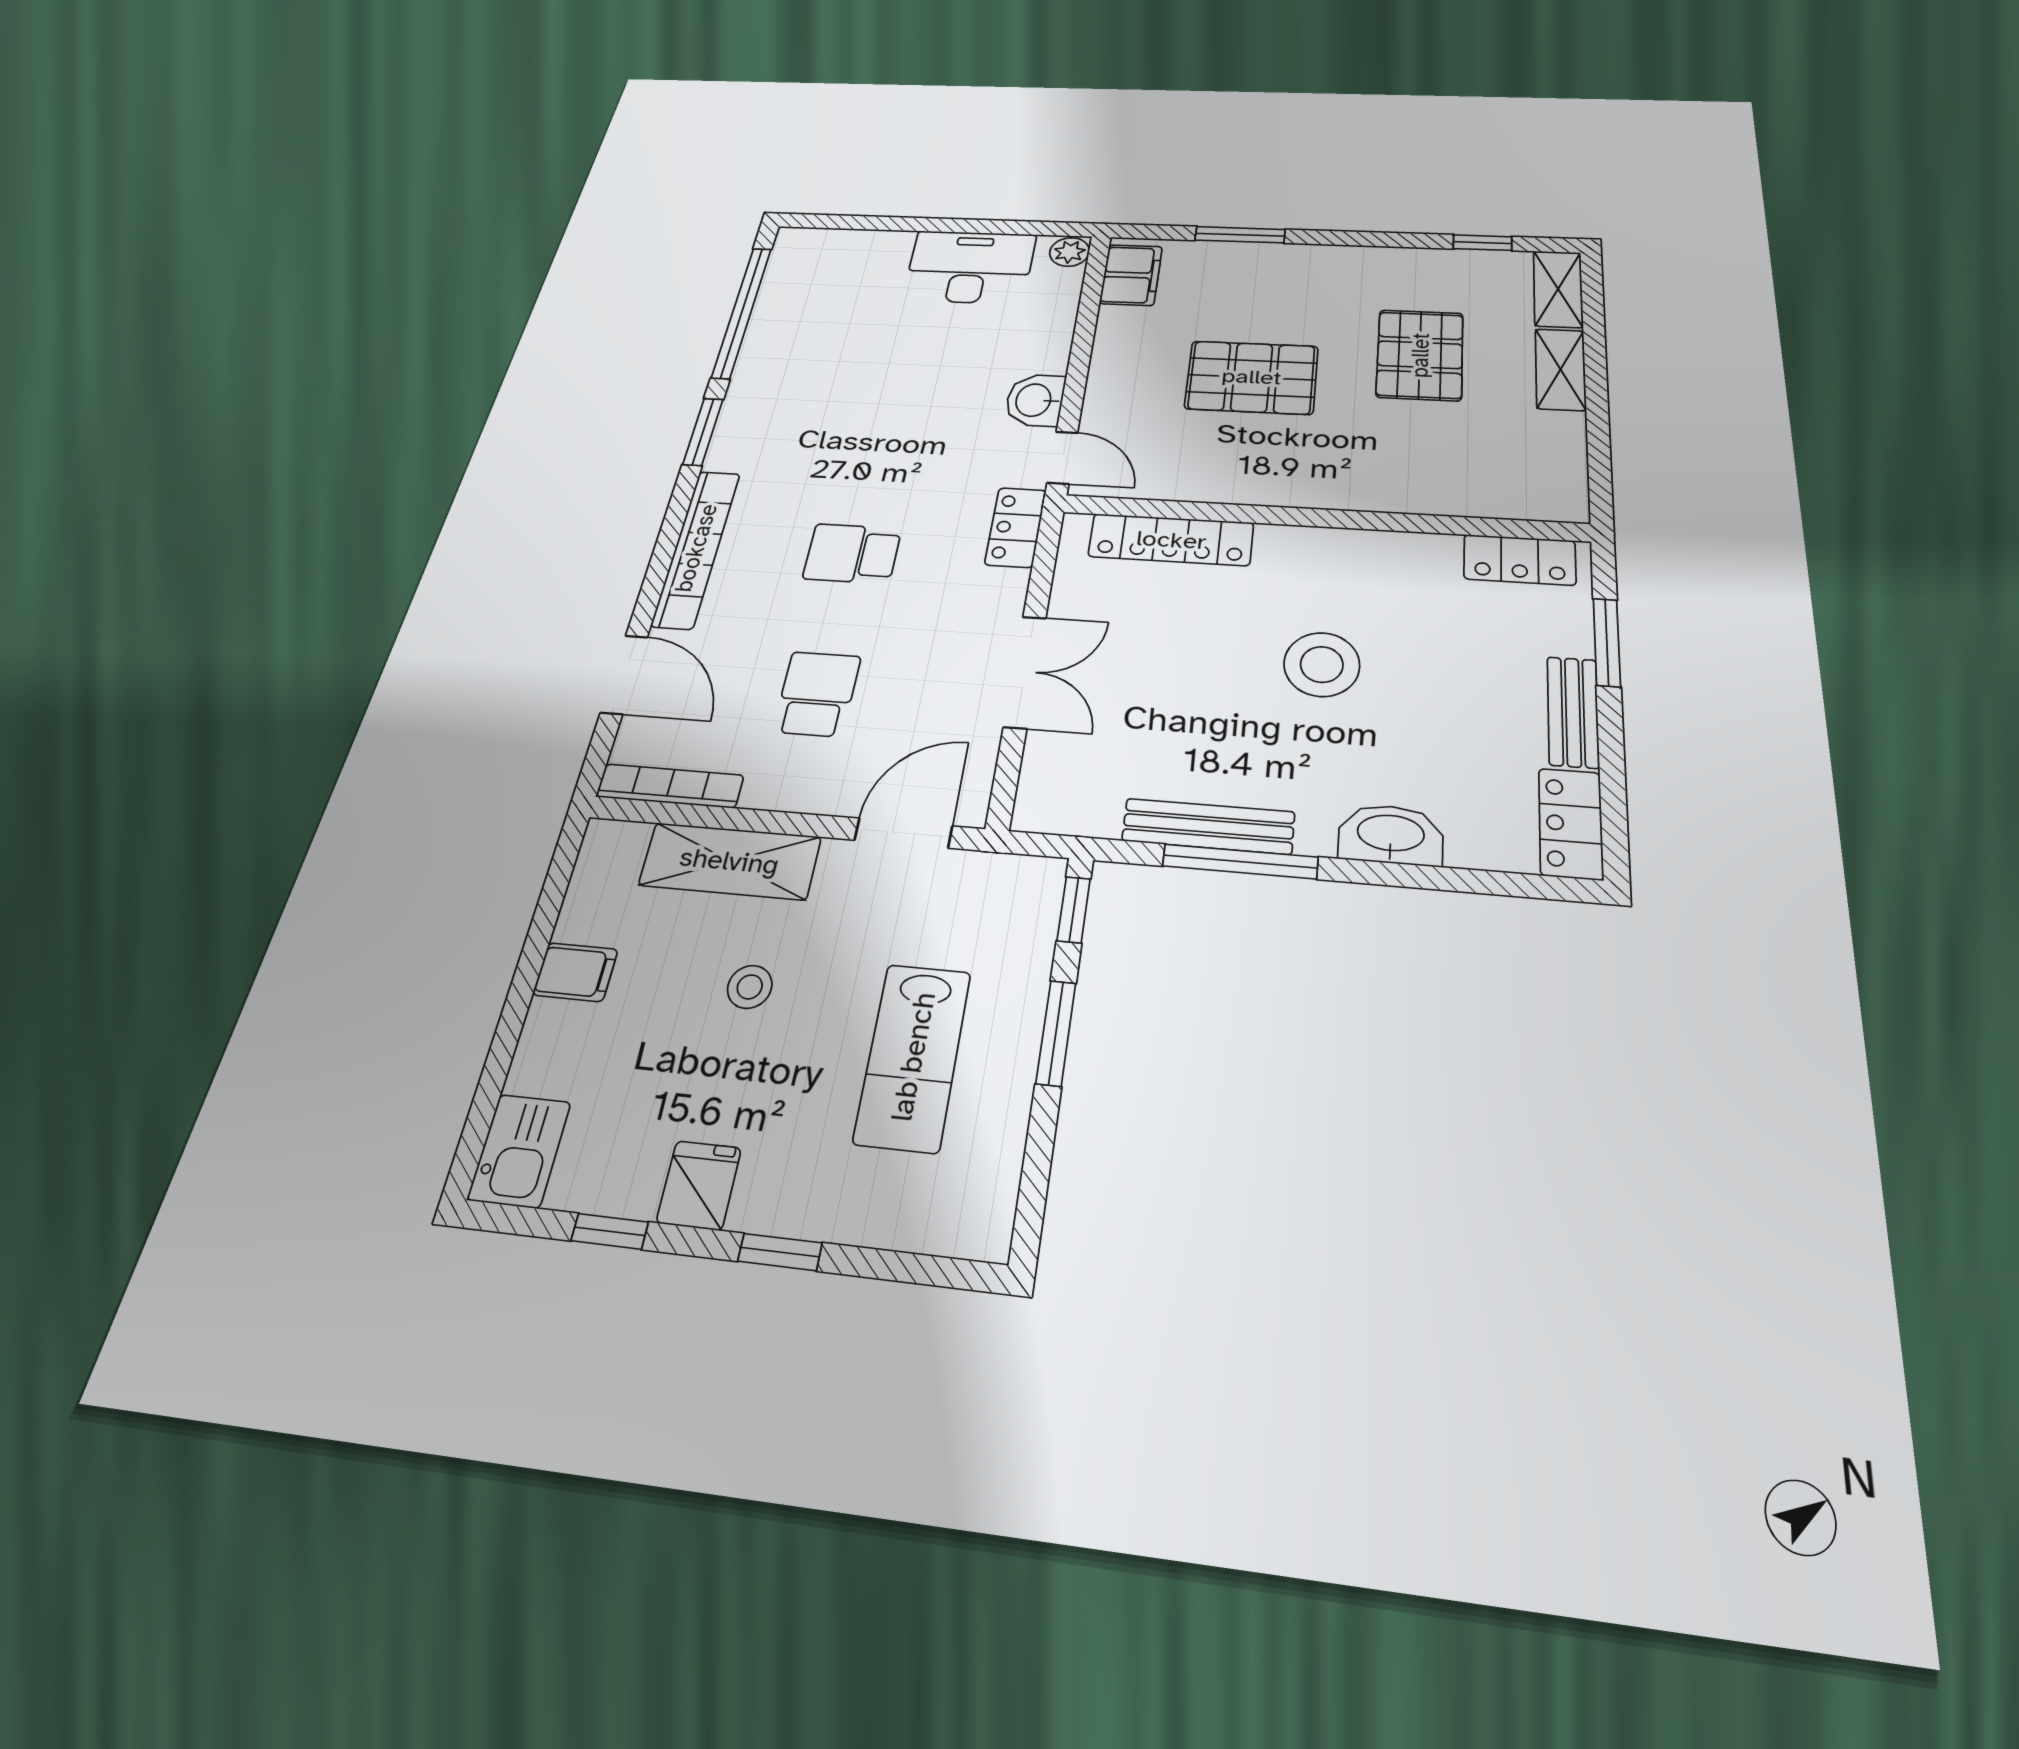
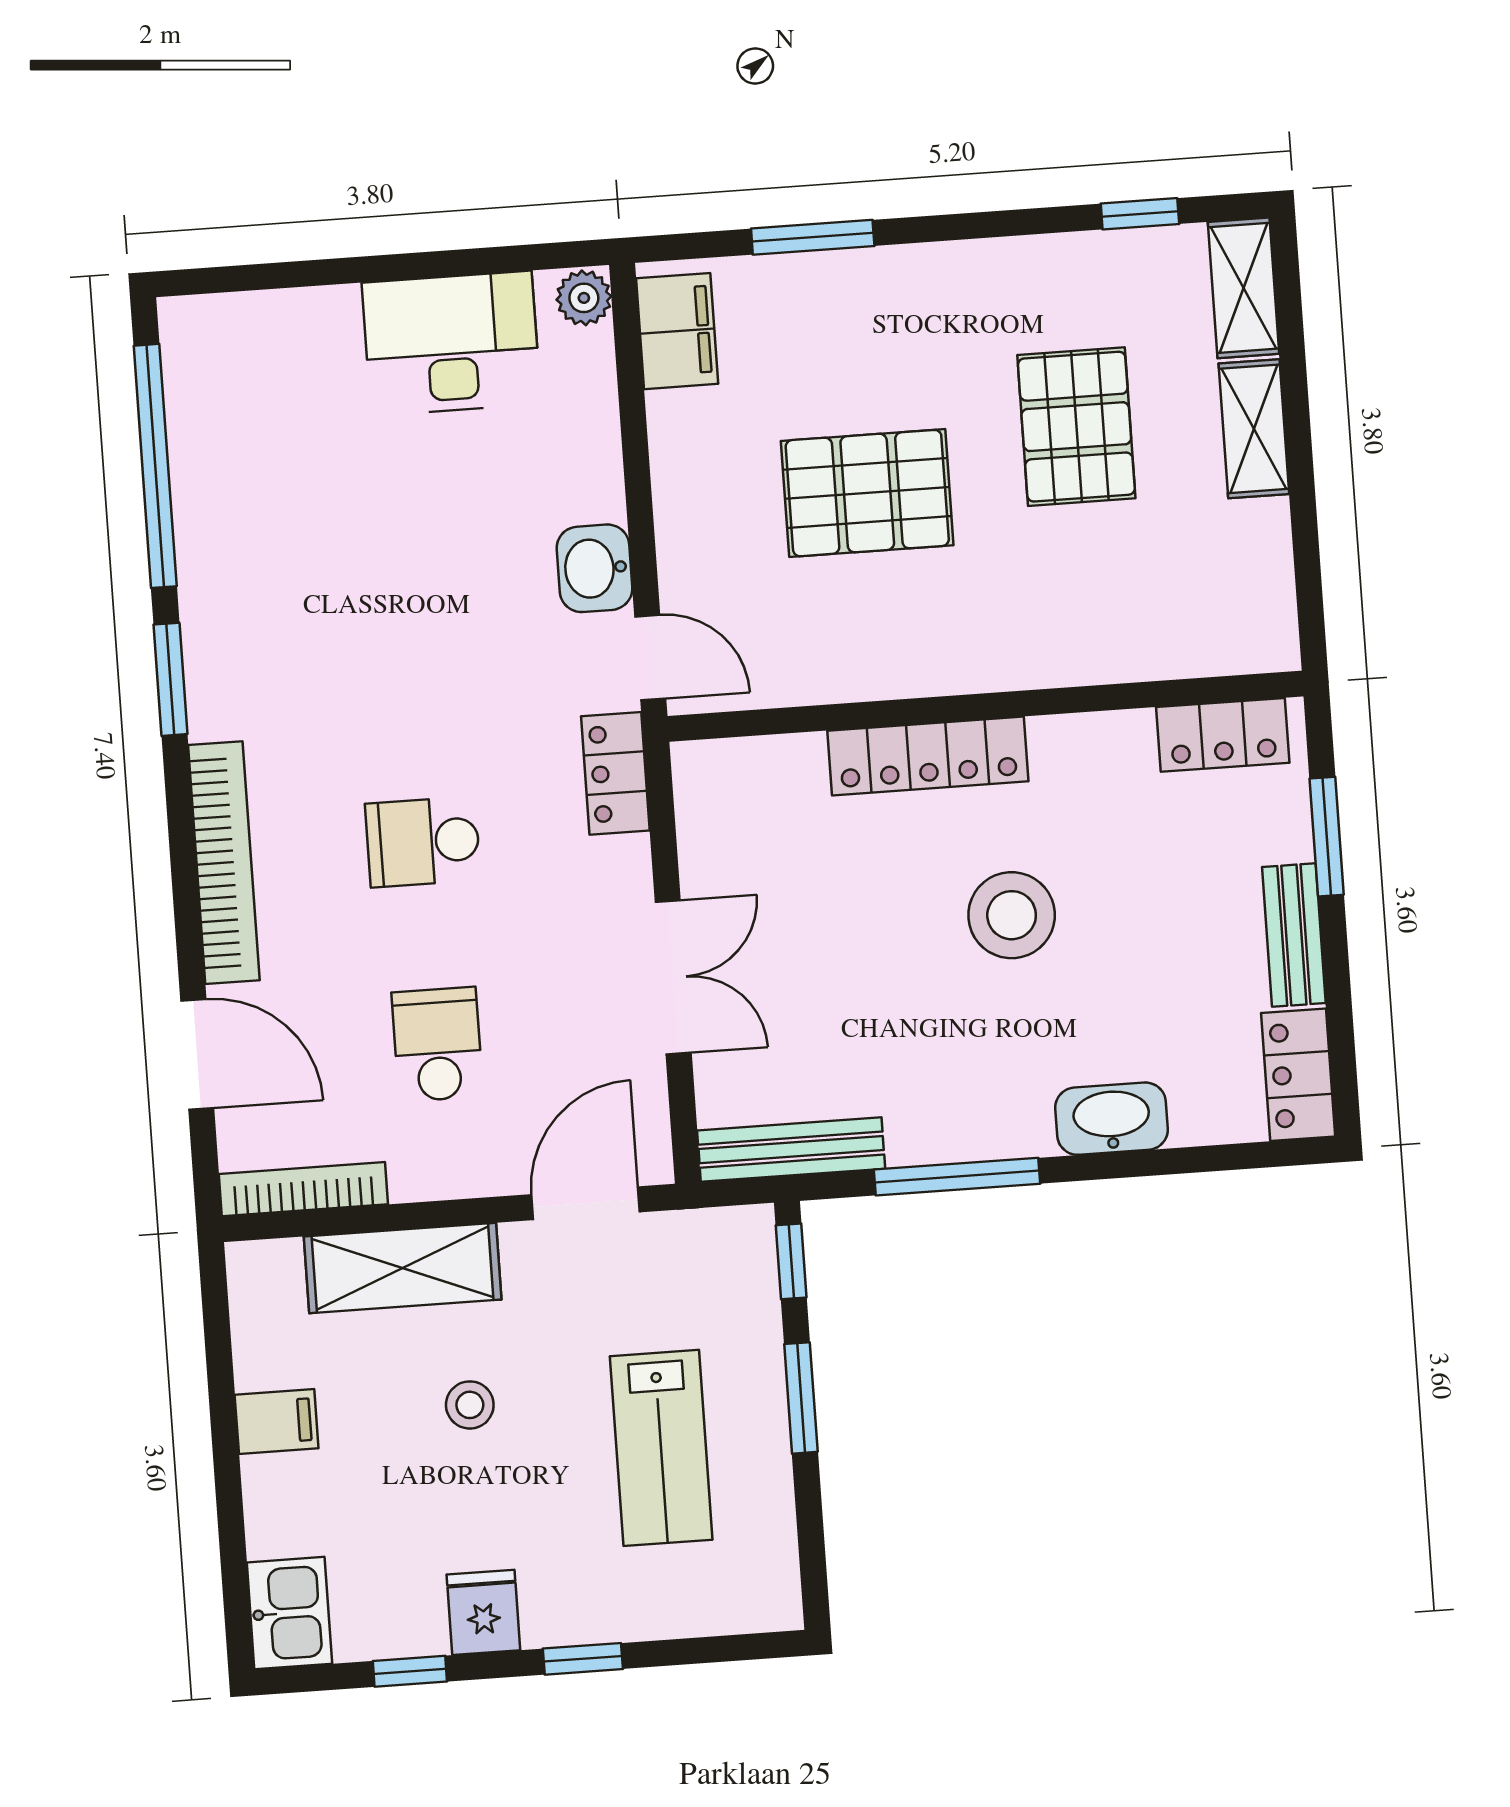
locker: (1171, 540) -> (928, 756), moved
bench: (1208, 826) -> (791, 1150), moved

